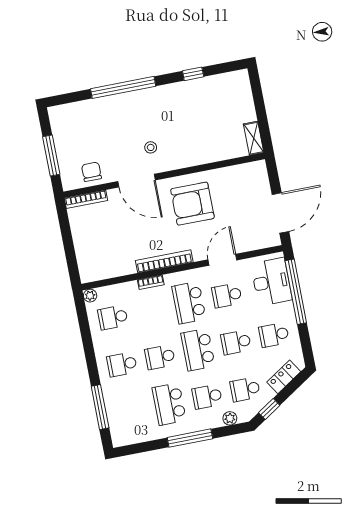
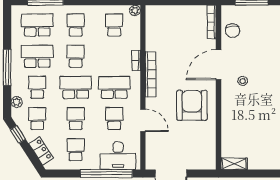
chair: (91, 172) -> (233, 31), turned 86
school desk: (131, 411) -> (37, 25), added

